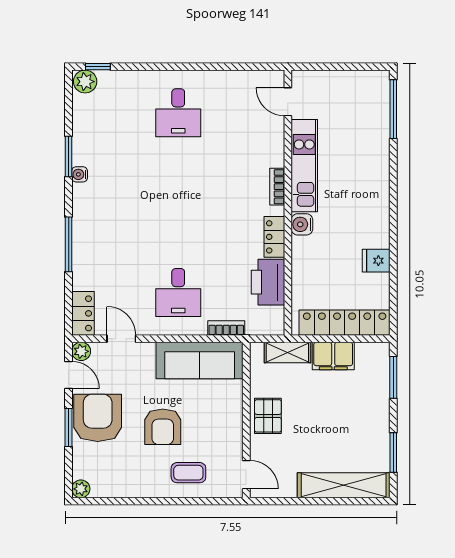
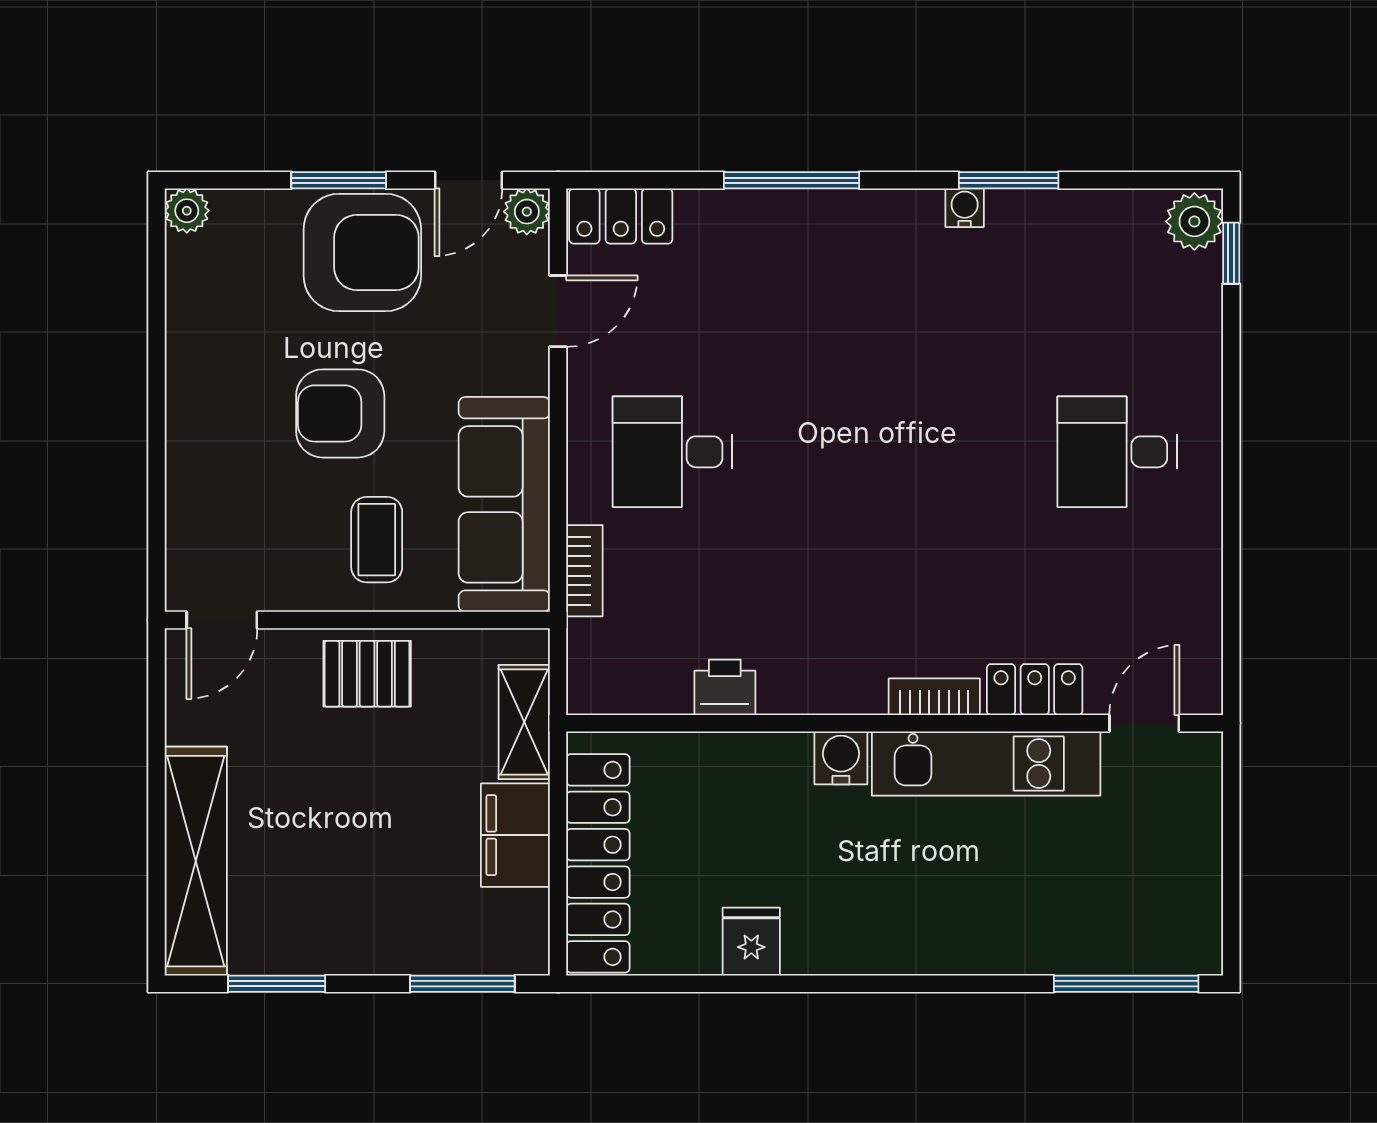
locker: (274, 237) -> (1035, 690), moved
printer: (268, 282) -> (725, 687), width x0.53, depth x0.68
coffee table: (188, 473) -> (377, 540), moved

